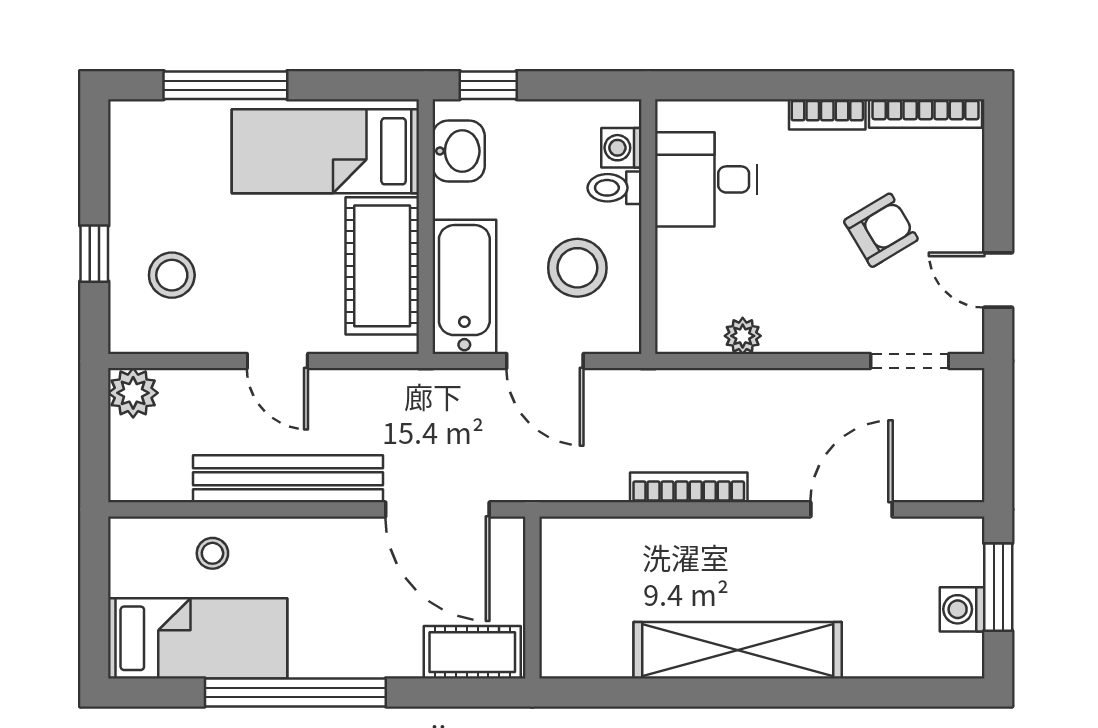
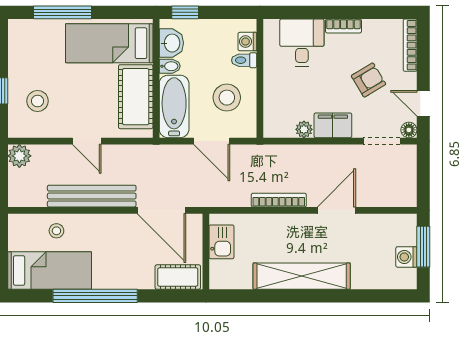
bookcase: (926, 114) -> (410, 45), moved, turned 90
desk: (706, 179) -> (302, 43), moved, turned 90
bidet: (455, 201) -> (170, 66), added
filing cabinet: (805, 327) -> (333, 125), added
floor lamp: (967, 337) -> (409, 130), added
door: (851, 509) -> (336, 210), moved
kitchen sink: (566, 577) -> (221, 242), added

